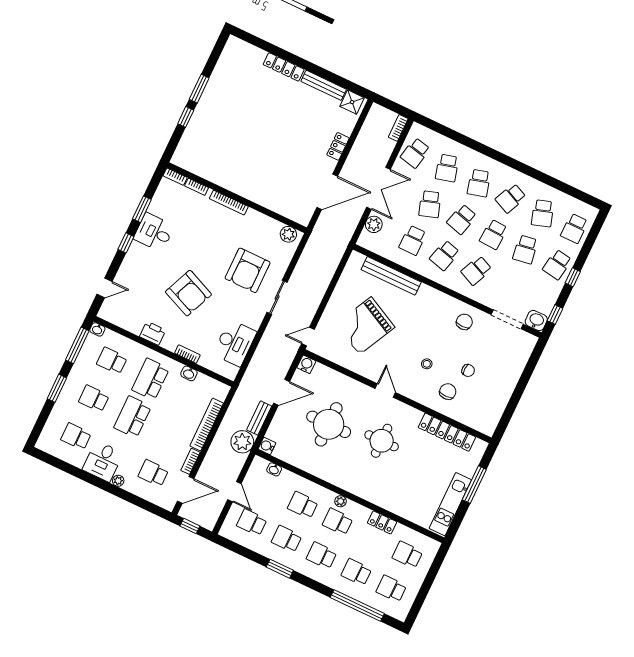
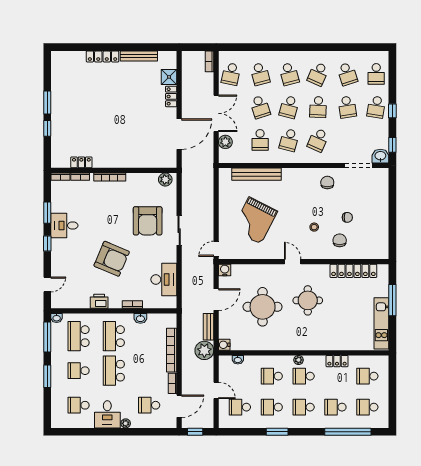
shower: (352, 102) -> (169, 77), moved
locker: (205, 172) -> (81, 162), added
school desk: (112, 361) -> (79, 336), width x1.85

